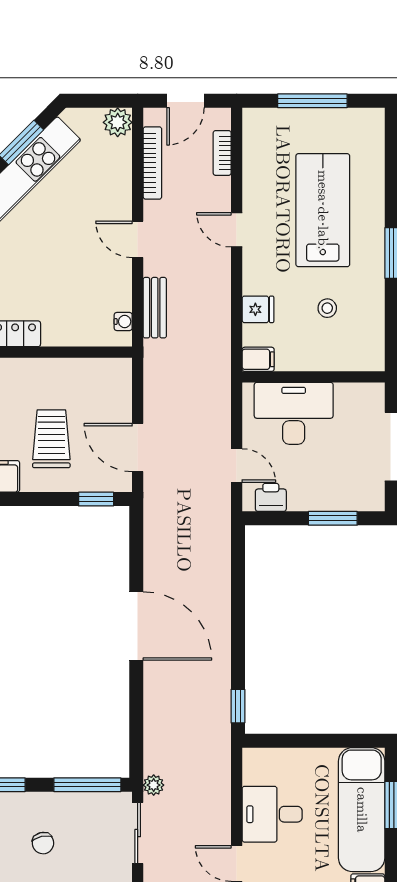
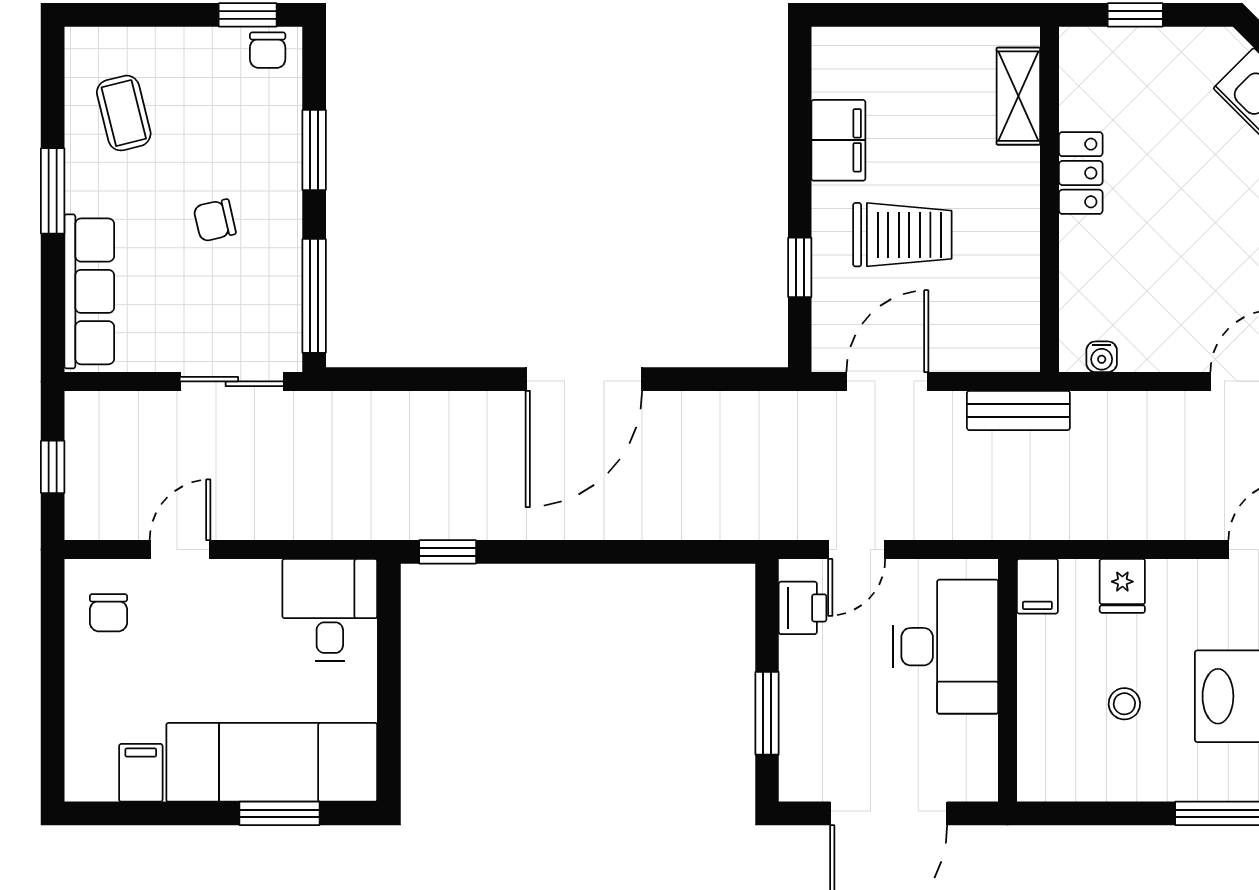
bench: (155, 308) -> (1018, 410), moved
window: (96, 499) -> (800, 267), moved
plant: (154, 785) -> (313, 408), removed
desk: (272, 814) -> (330, 610), moved

